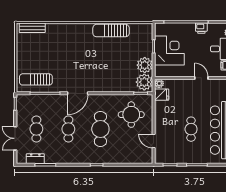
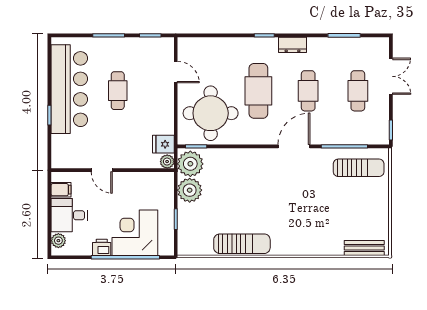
corner desk: (169, 50) -> (135, 233), moved, turned 90
round table: (131, 115) -> (211, 113), width x1.36, depth x1.36
dresser: (35, 159) -> (292, 45), moved

